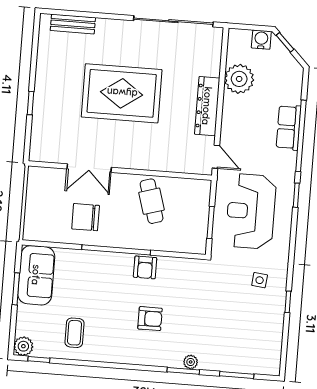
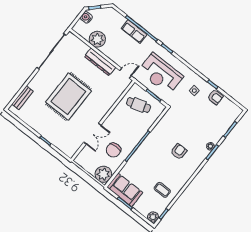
cafe table: (152, 201) -> (139, 105), moved
plant: (38, 226) -> (103, 174), added
armchair: (145, 267) -> (215, 97), moved

